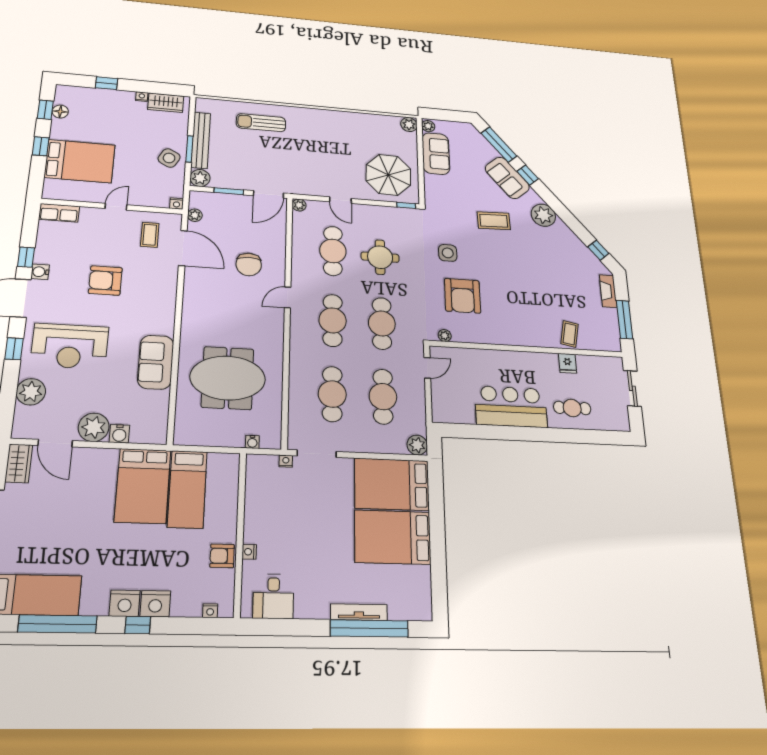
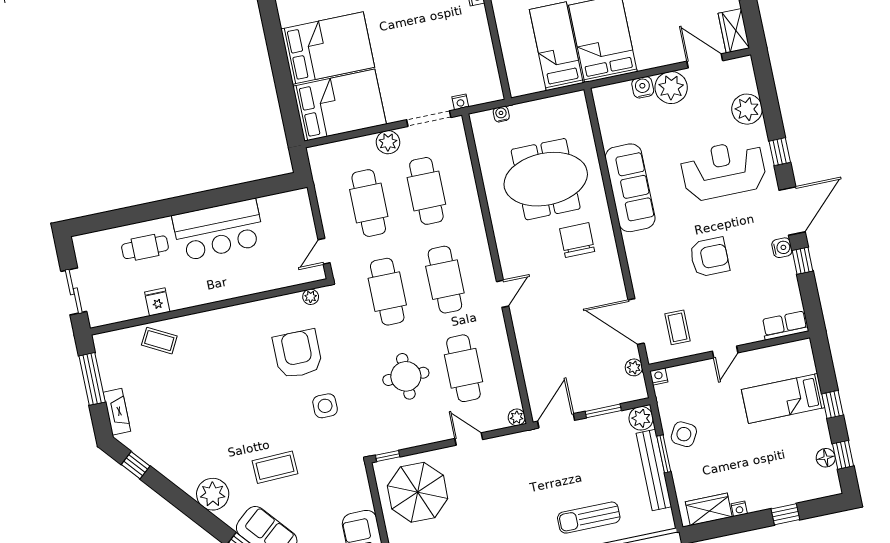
sun lounger: (261, 123) -> (589, 518), turned 180
bed: (80, 161) -> (783, 398), width x0.67
chair: (249, 265) -> (577, 240), moved
coffee table: (570, 334) -> (159, 341), turned -73
sofa: (156, 362) -> (630, 188), width x1.36
plant: (417, 445) -> (388, 142), moved

